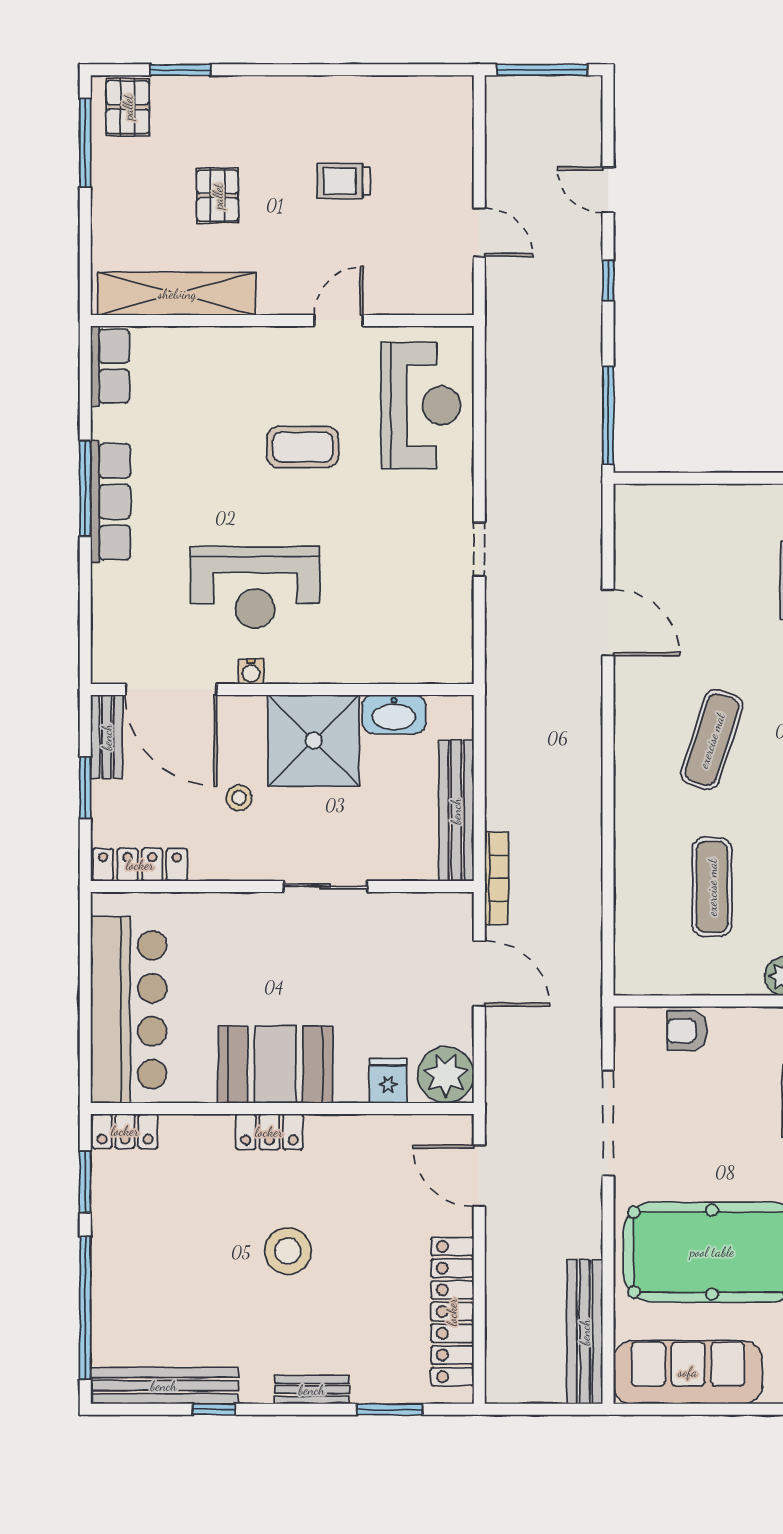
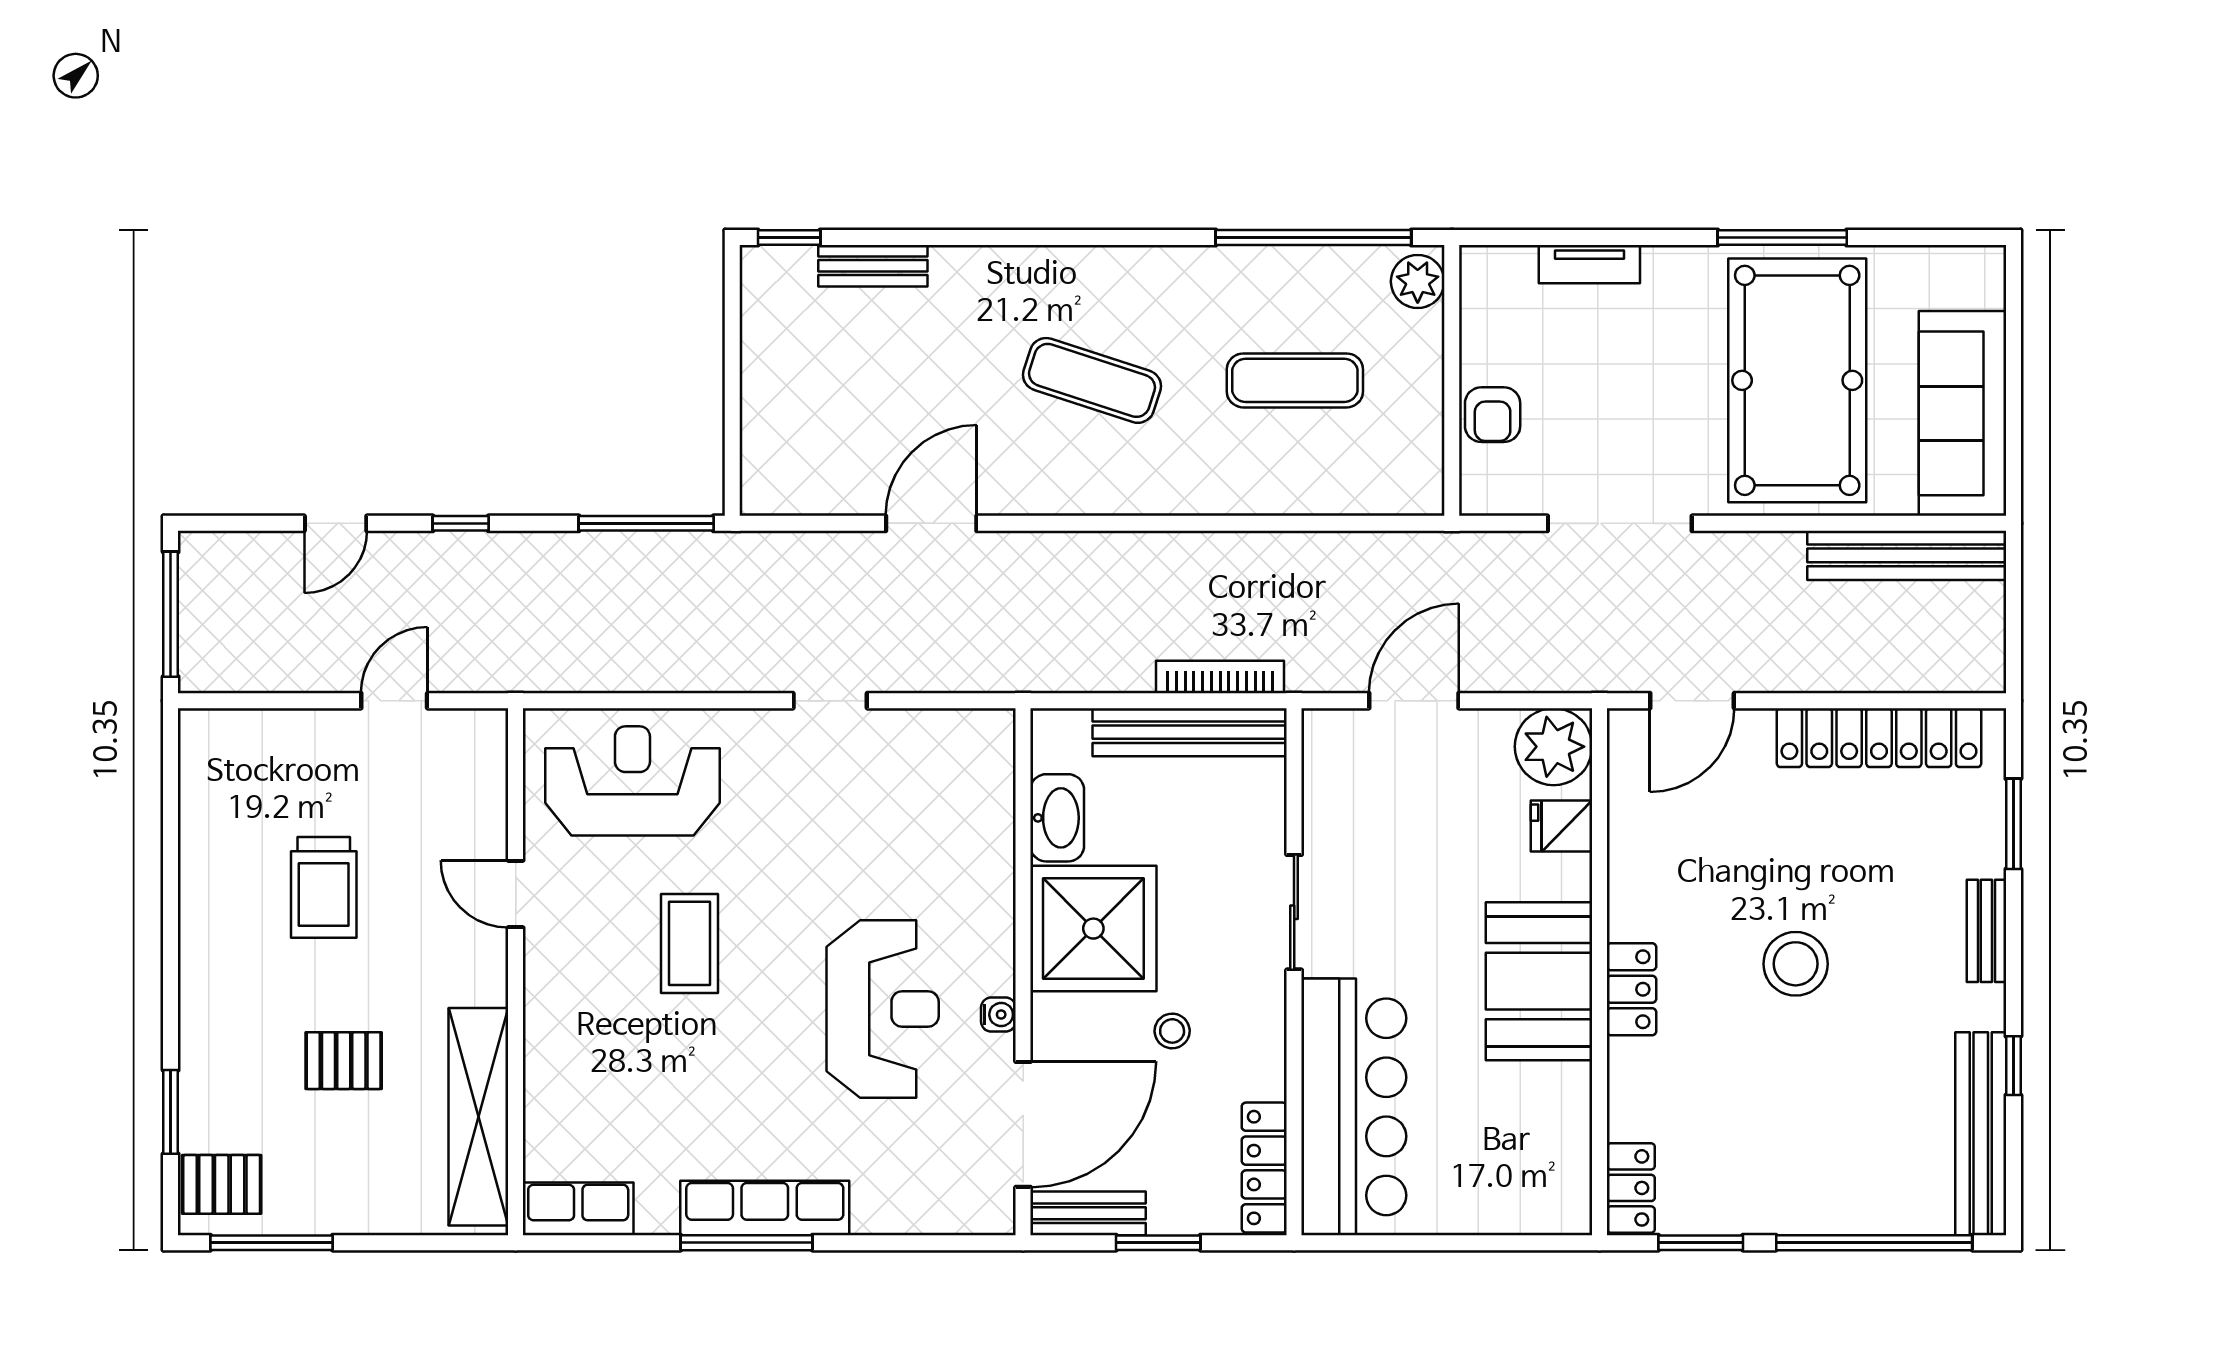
trolley: (343, 181) -> (324, 887), width x1.36, depth x1.39
bookcase: (496, 878) -> (1220, 677), moved
bar counter: (129, 1010) -> (1354, 1107), moved, turned 90

